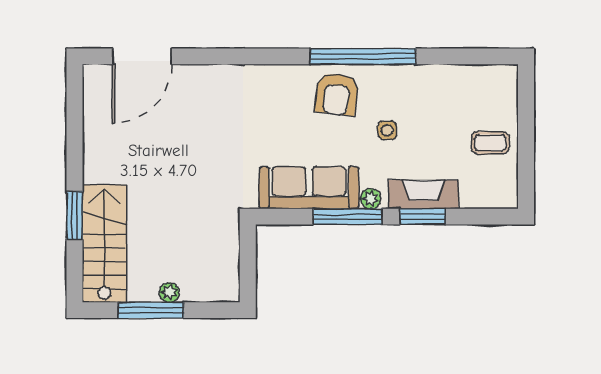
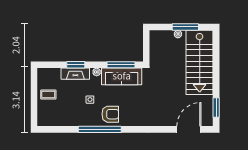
armchair: (337, 94) -> (110, 114), turned 83
window: (75, 215) -> (216, 108), moved
window: (347, 217) -> (121, 65), moved
stairs: (104, 244) -> (200, 62), width x1.36, depth x1.51

